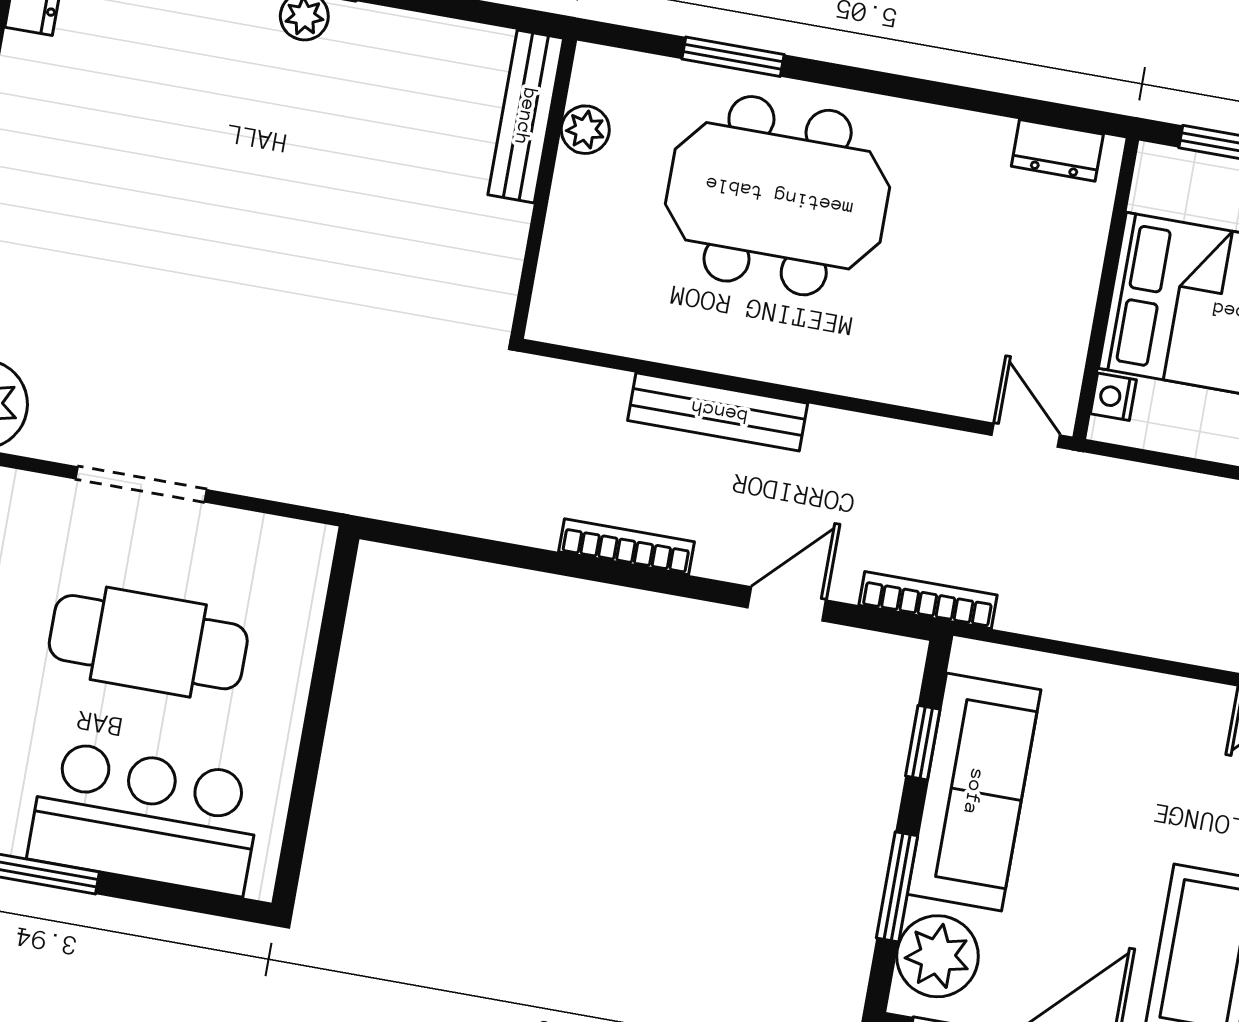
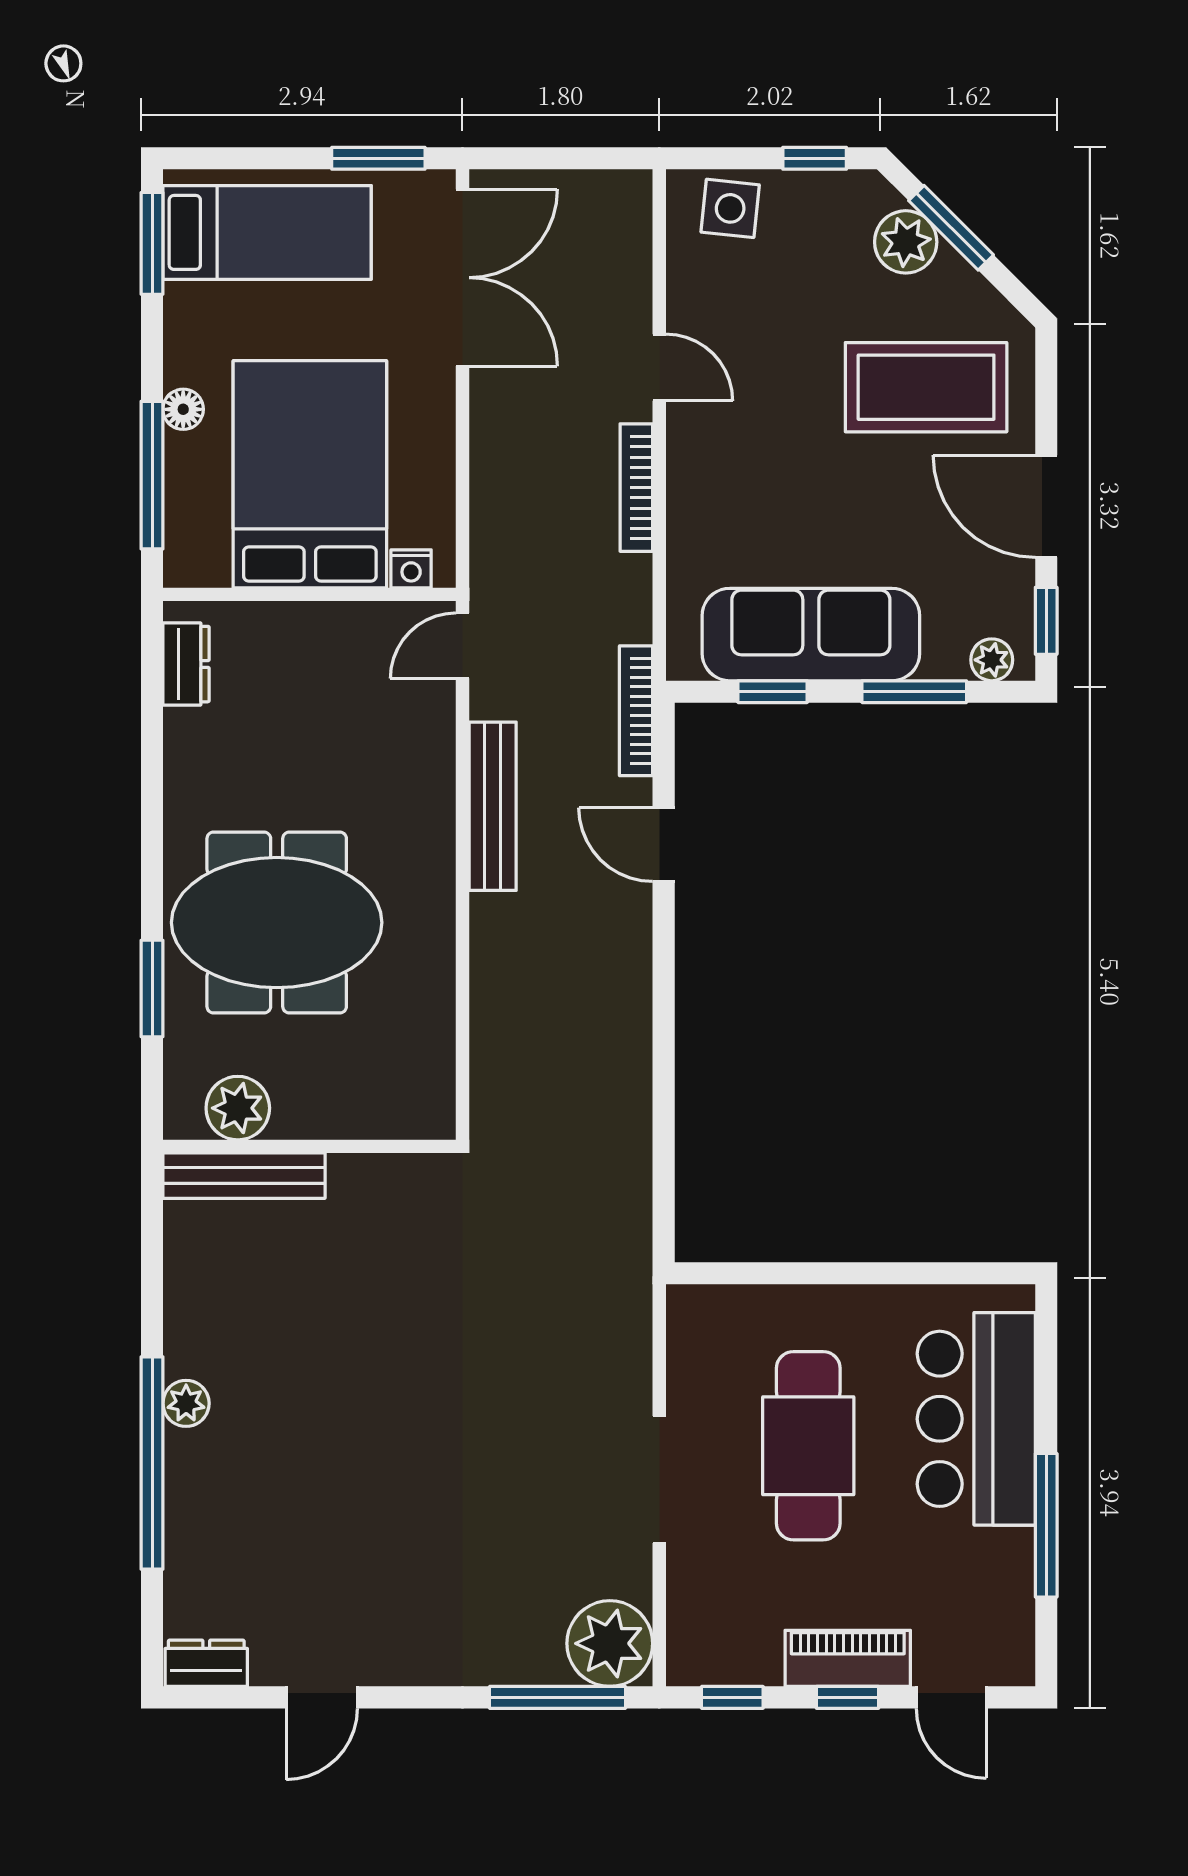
plant: (585, 130) -> (238, 1108), width x1.38, depth x1.38
meeting table: (778, 196) -> (277, 923), turned 90
bench: (718, 412) -> (493, 806), moved
bookcase: (626, 547) -> (636, 488), moved
plant: (937, 956) -> (992, 660), width x0.53, depth x0.53

